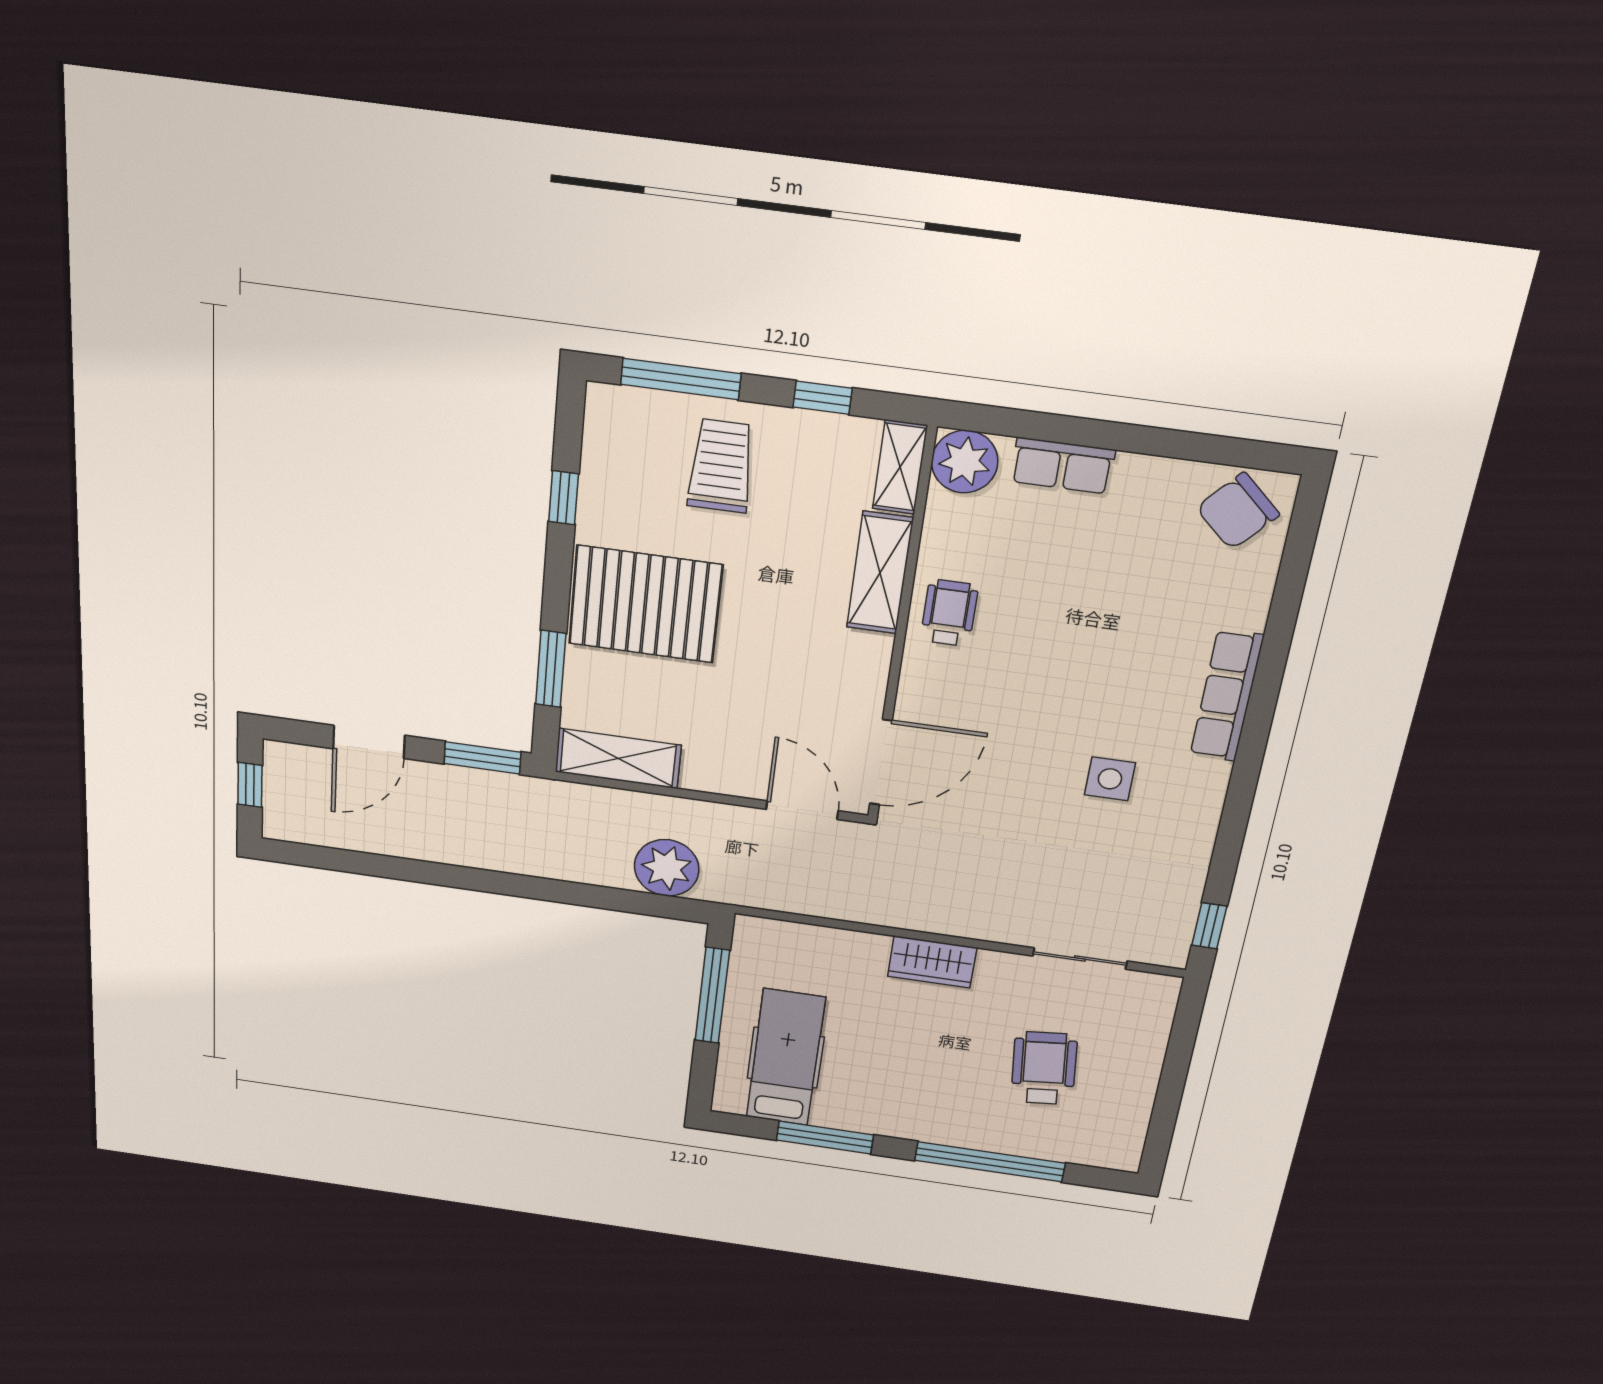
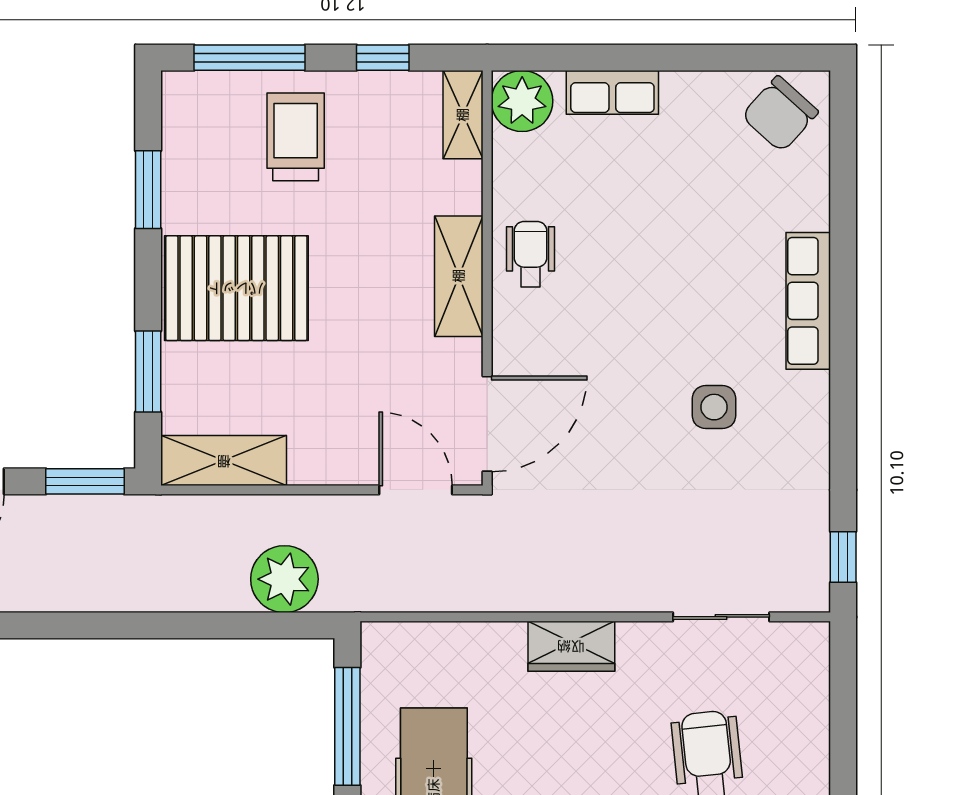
window: (564, 498) -> (148, 190), width x1.50
shelving: (880, 573) -> (459, 276), moved

